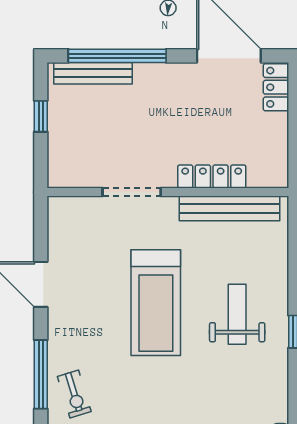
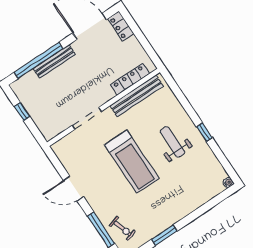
bench: (93, 73) -> (54, 61), moved
locker: (212, 176) -> (130, 79), moved

